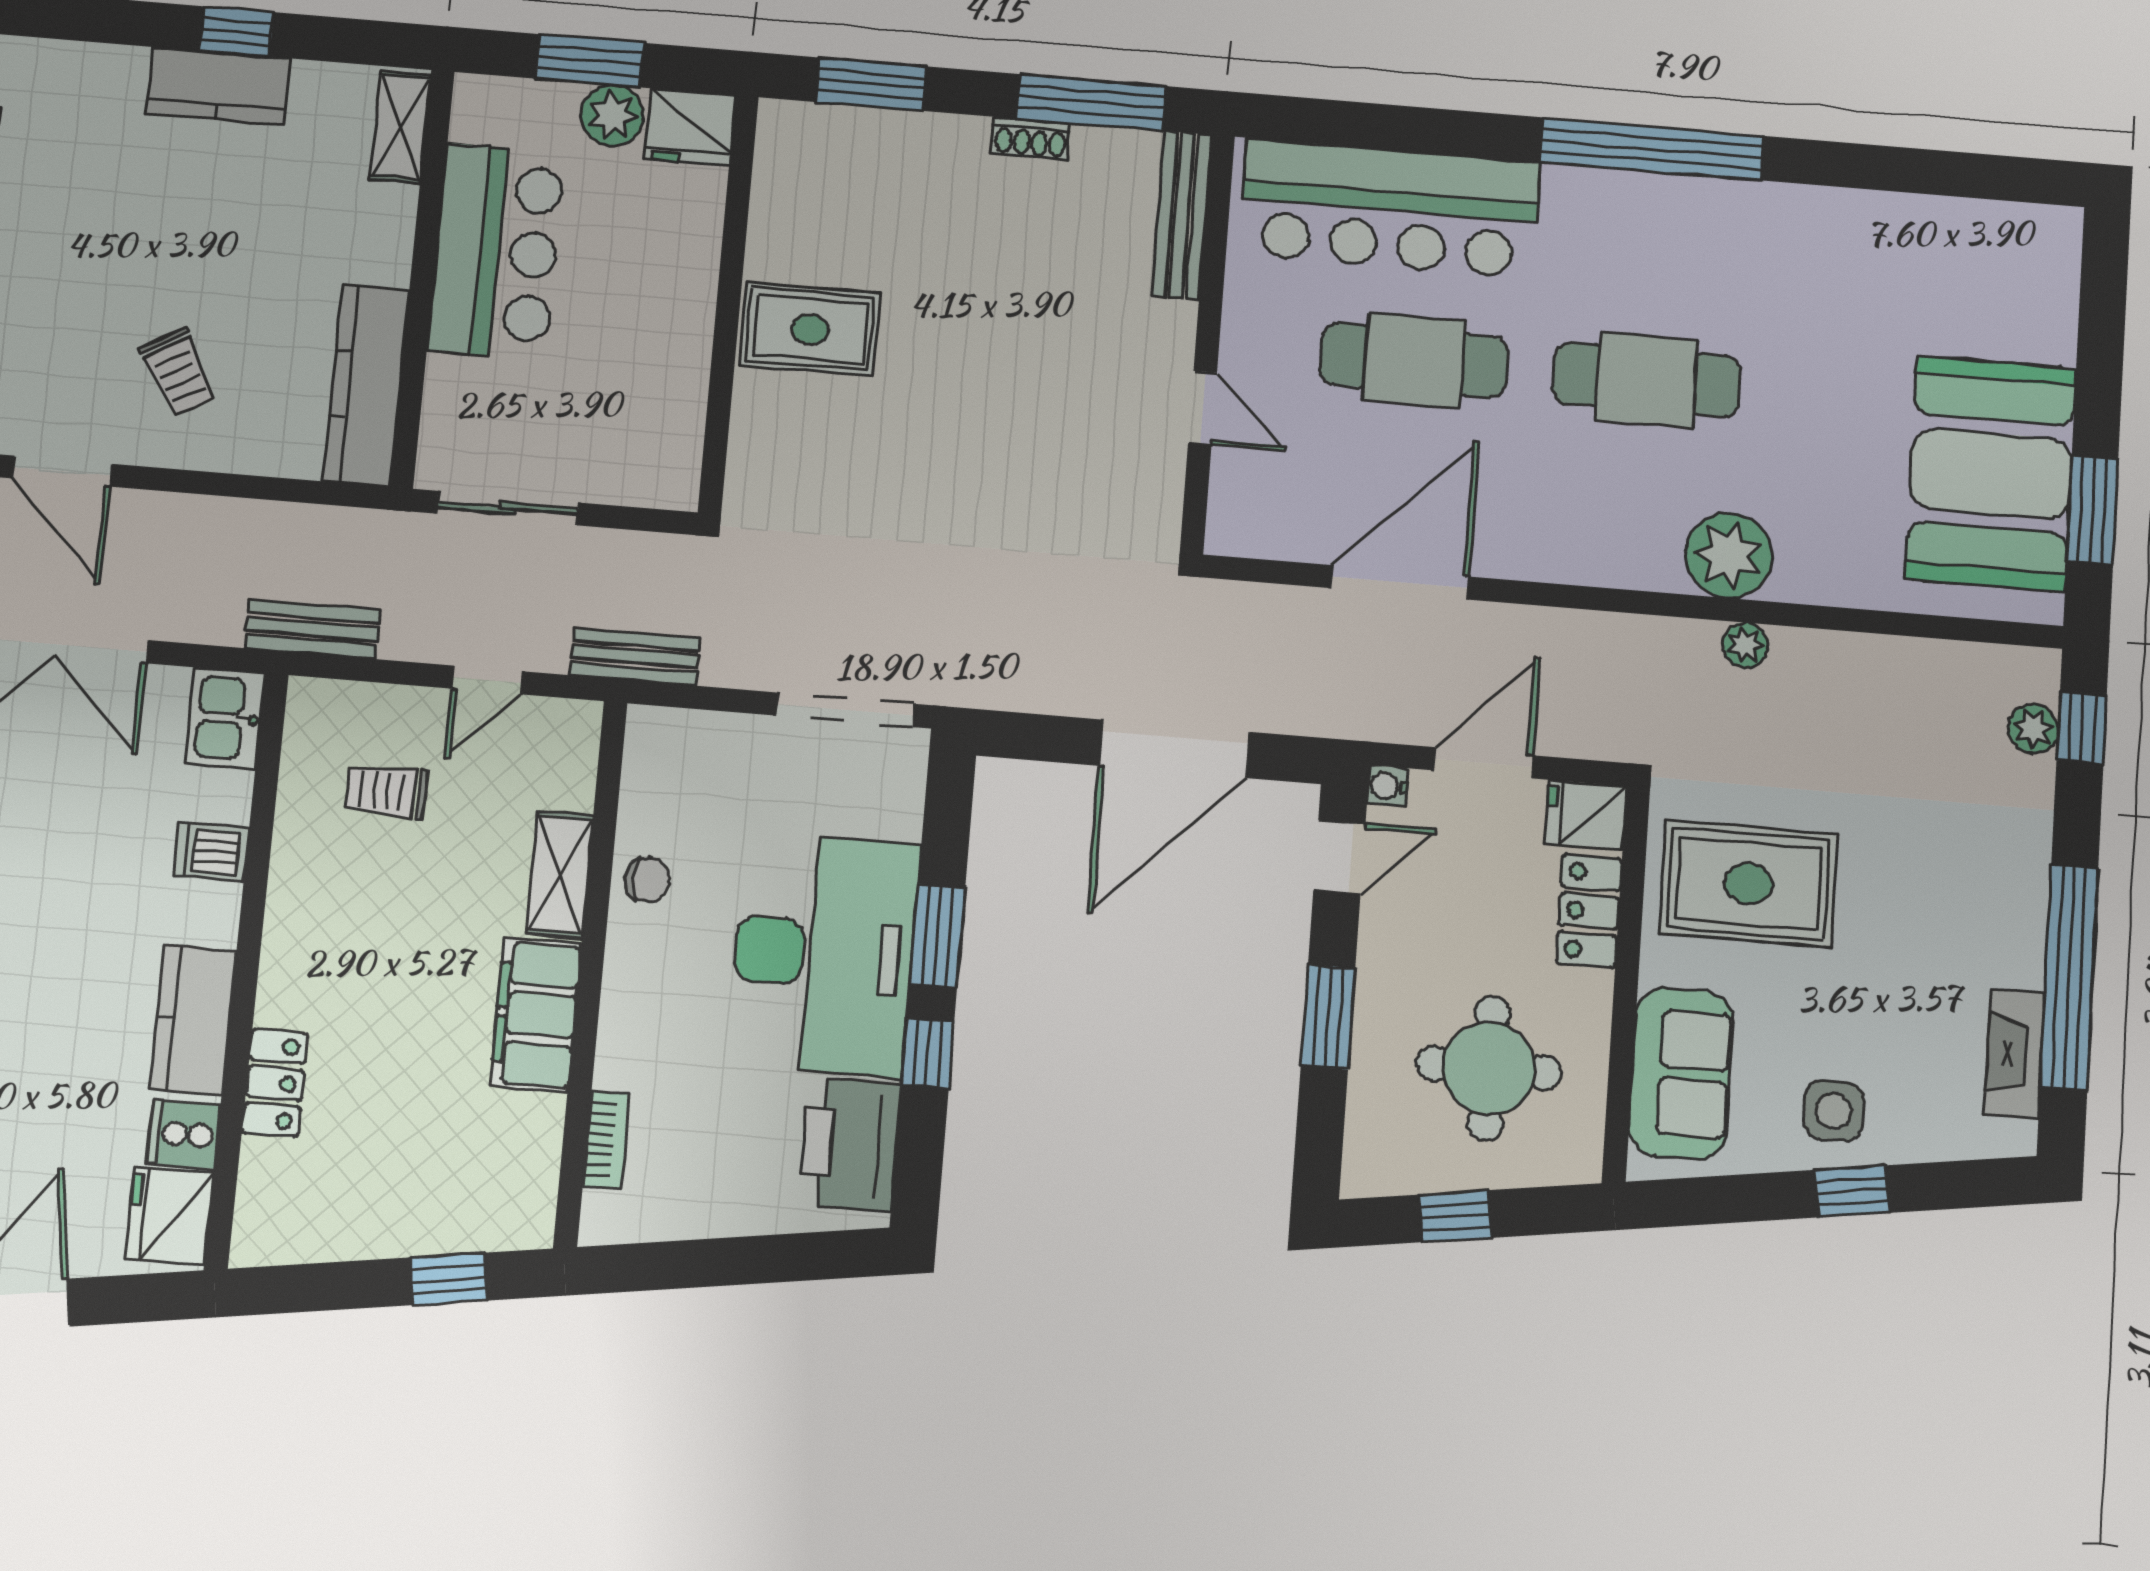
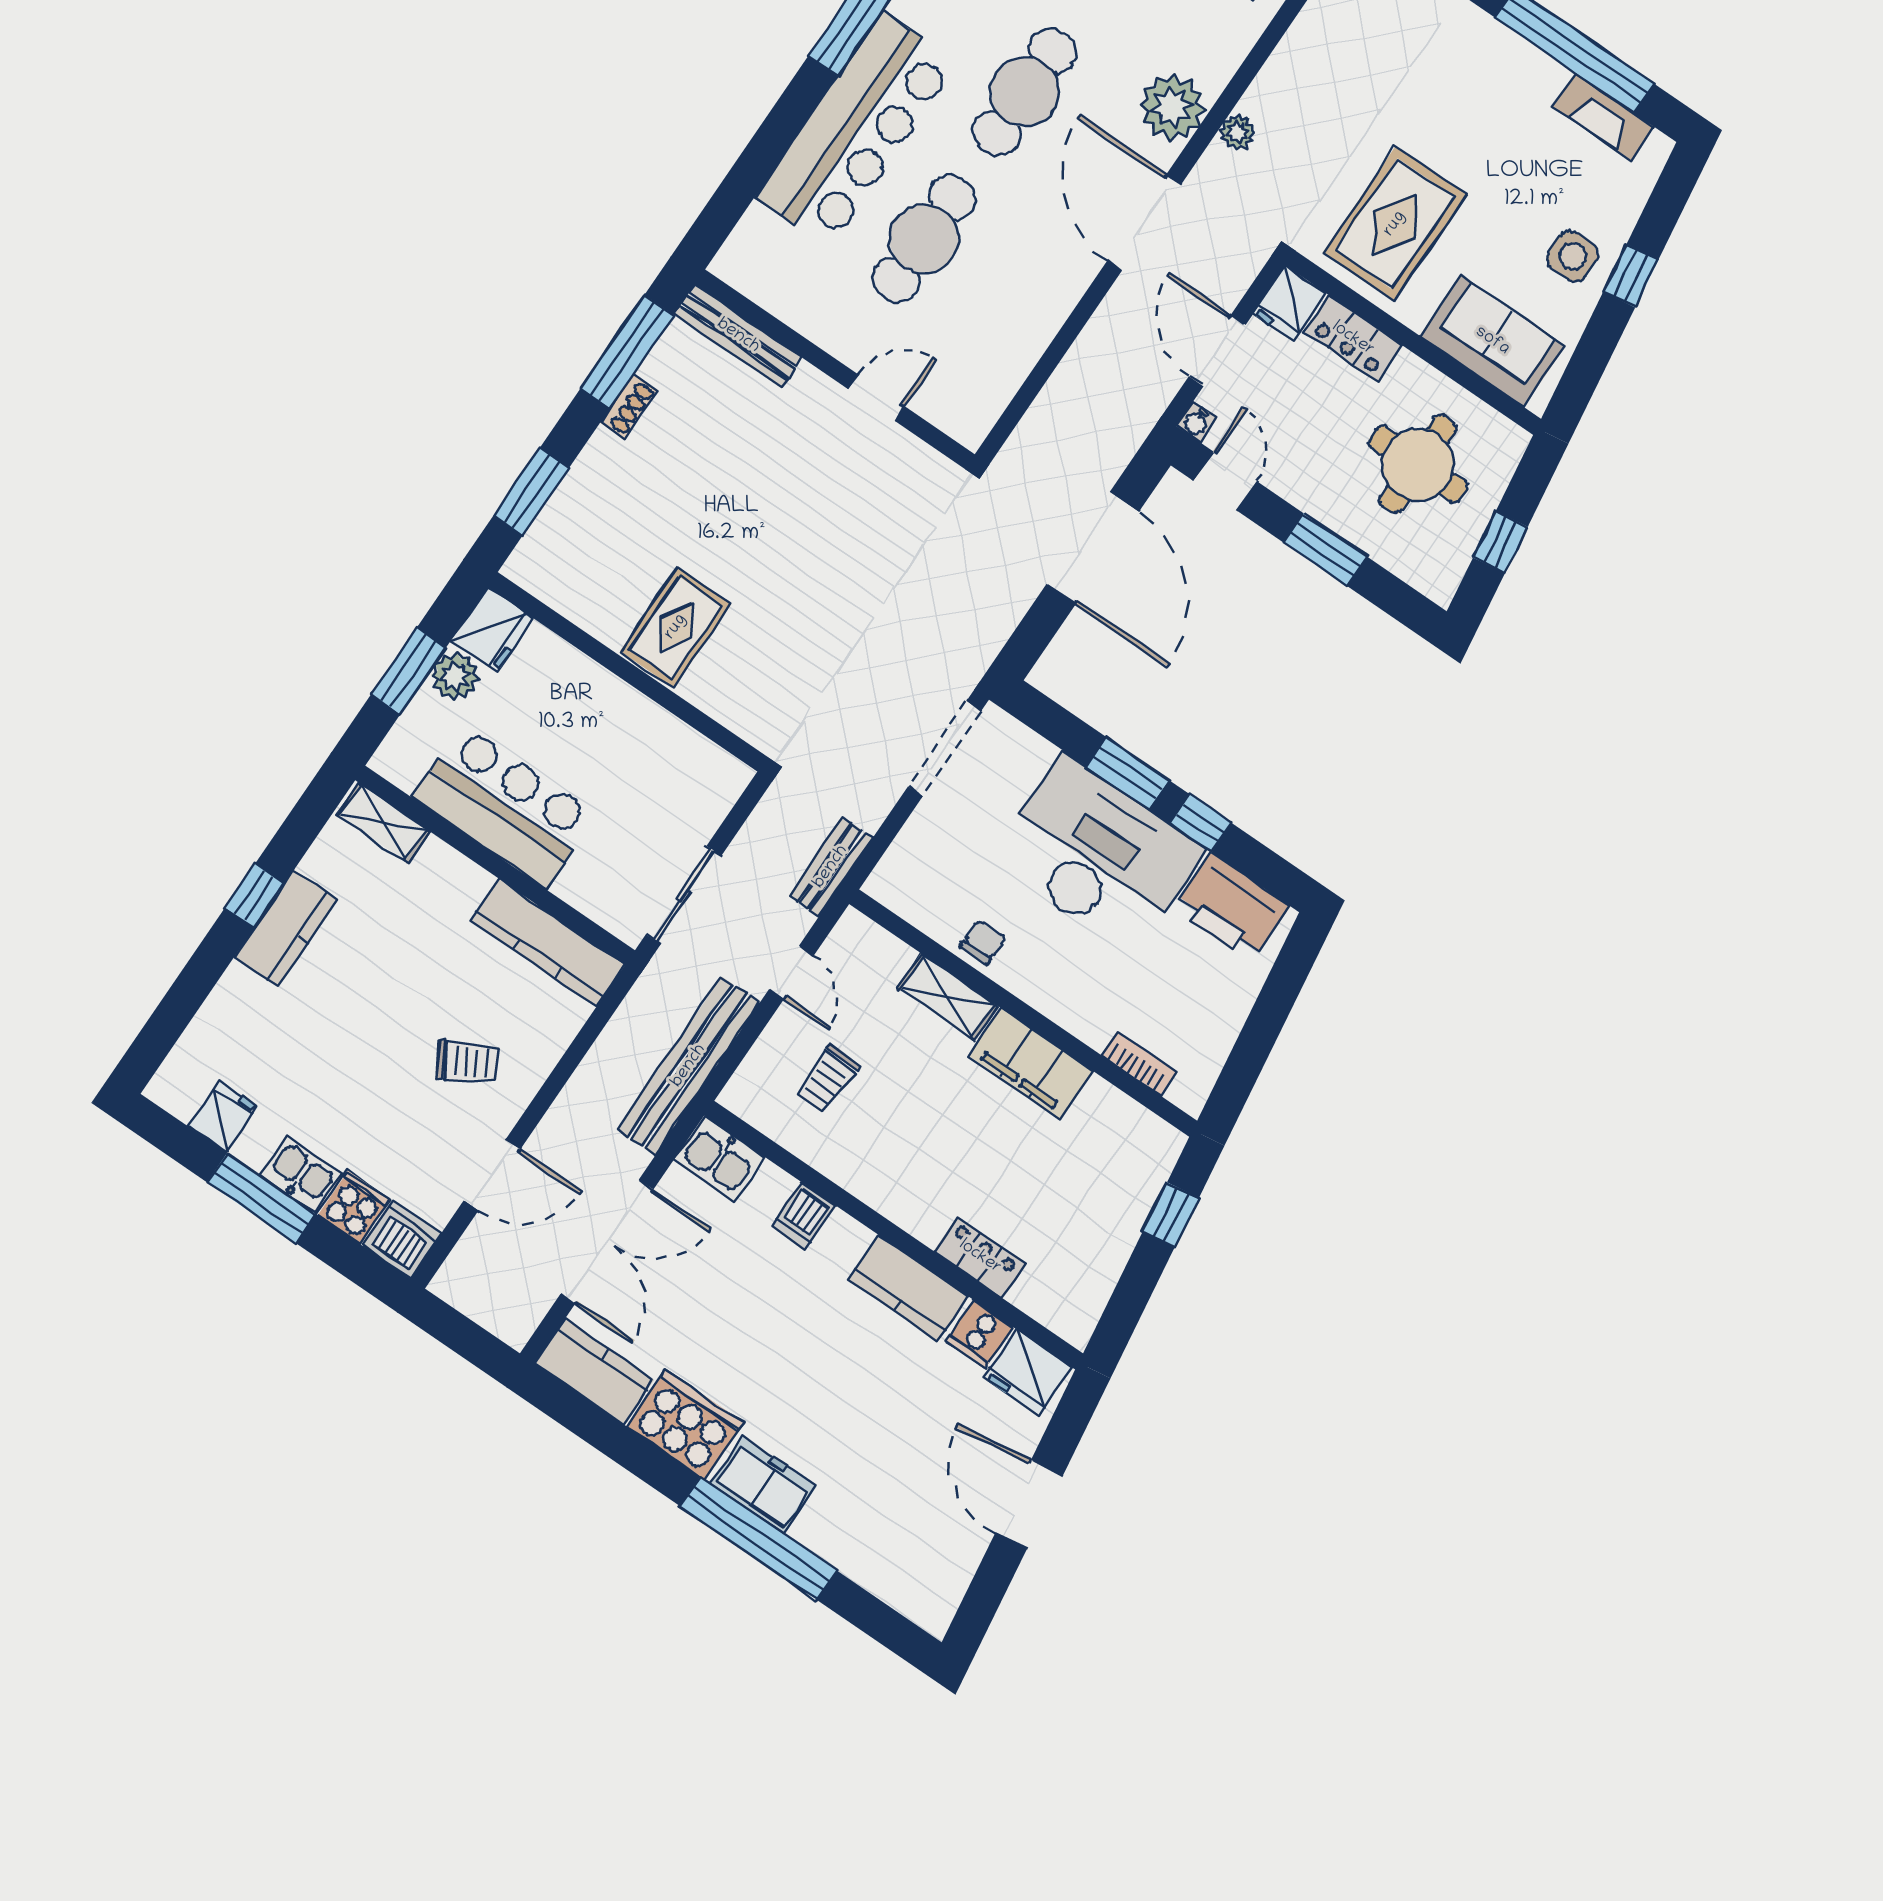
bar counter: (1390, 208) -> (856, 130), moved
door: (1400, 582) -> (1144, 222), moved
bench: (312, 629) -> (689, 1066), width x1.86, depth x1.21

